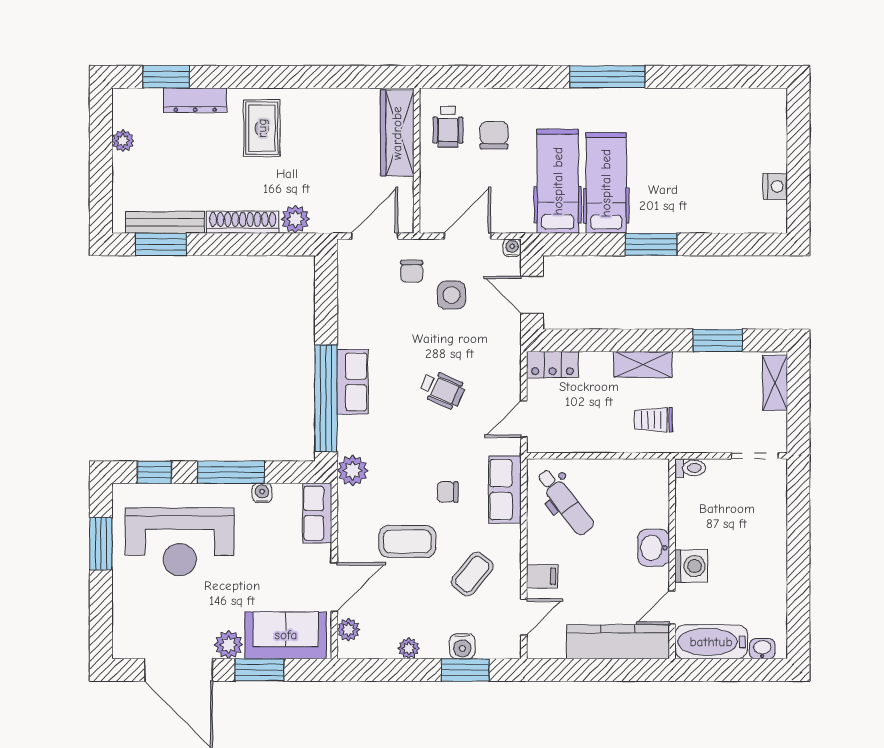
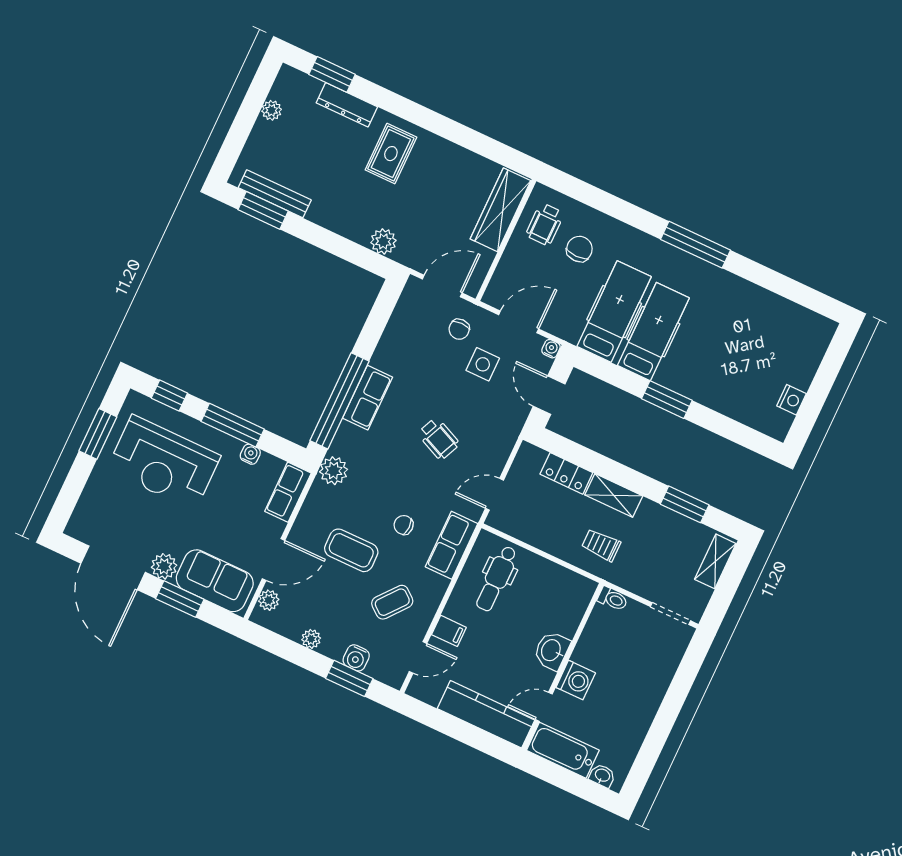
shoe rack: (243, 222) -> (339, 224), removed
locker: (553, 365) -> (566, 473), moved
dental chair: (565, 502) -> (497, 579), turned 38

